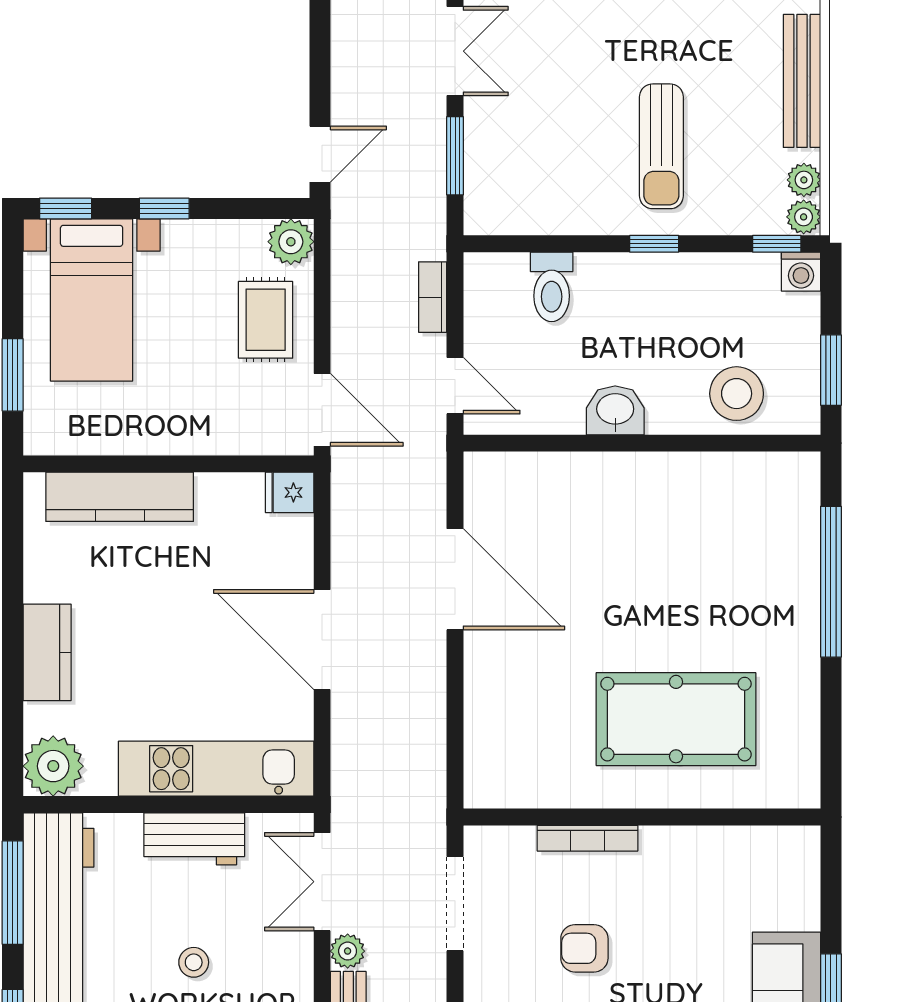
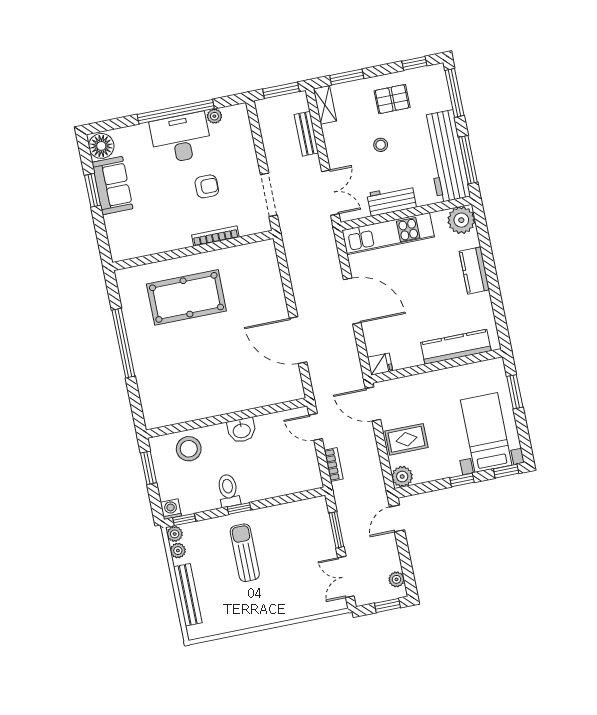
toilet: (552, 287) -> (228, 491), moved
rug: (266, 320) -> (406, 439), turned 90
window: (831, 582) -> (123, 343), moved
plant: (348, 951) -> (396, 579), moved

